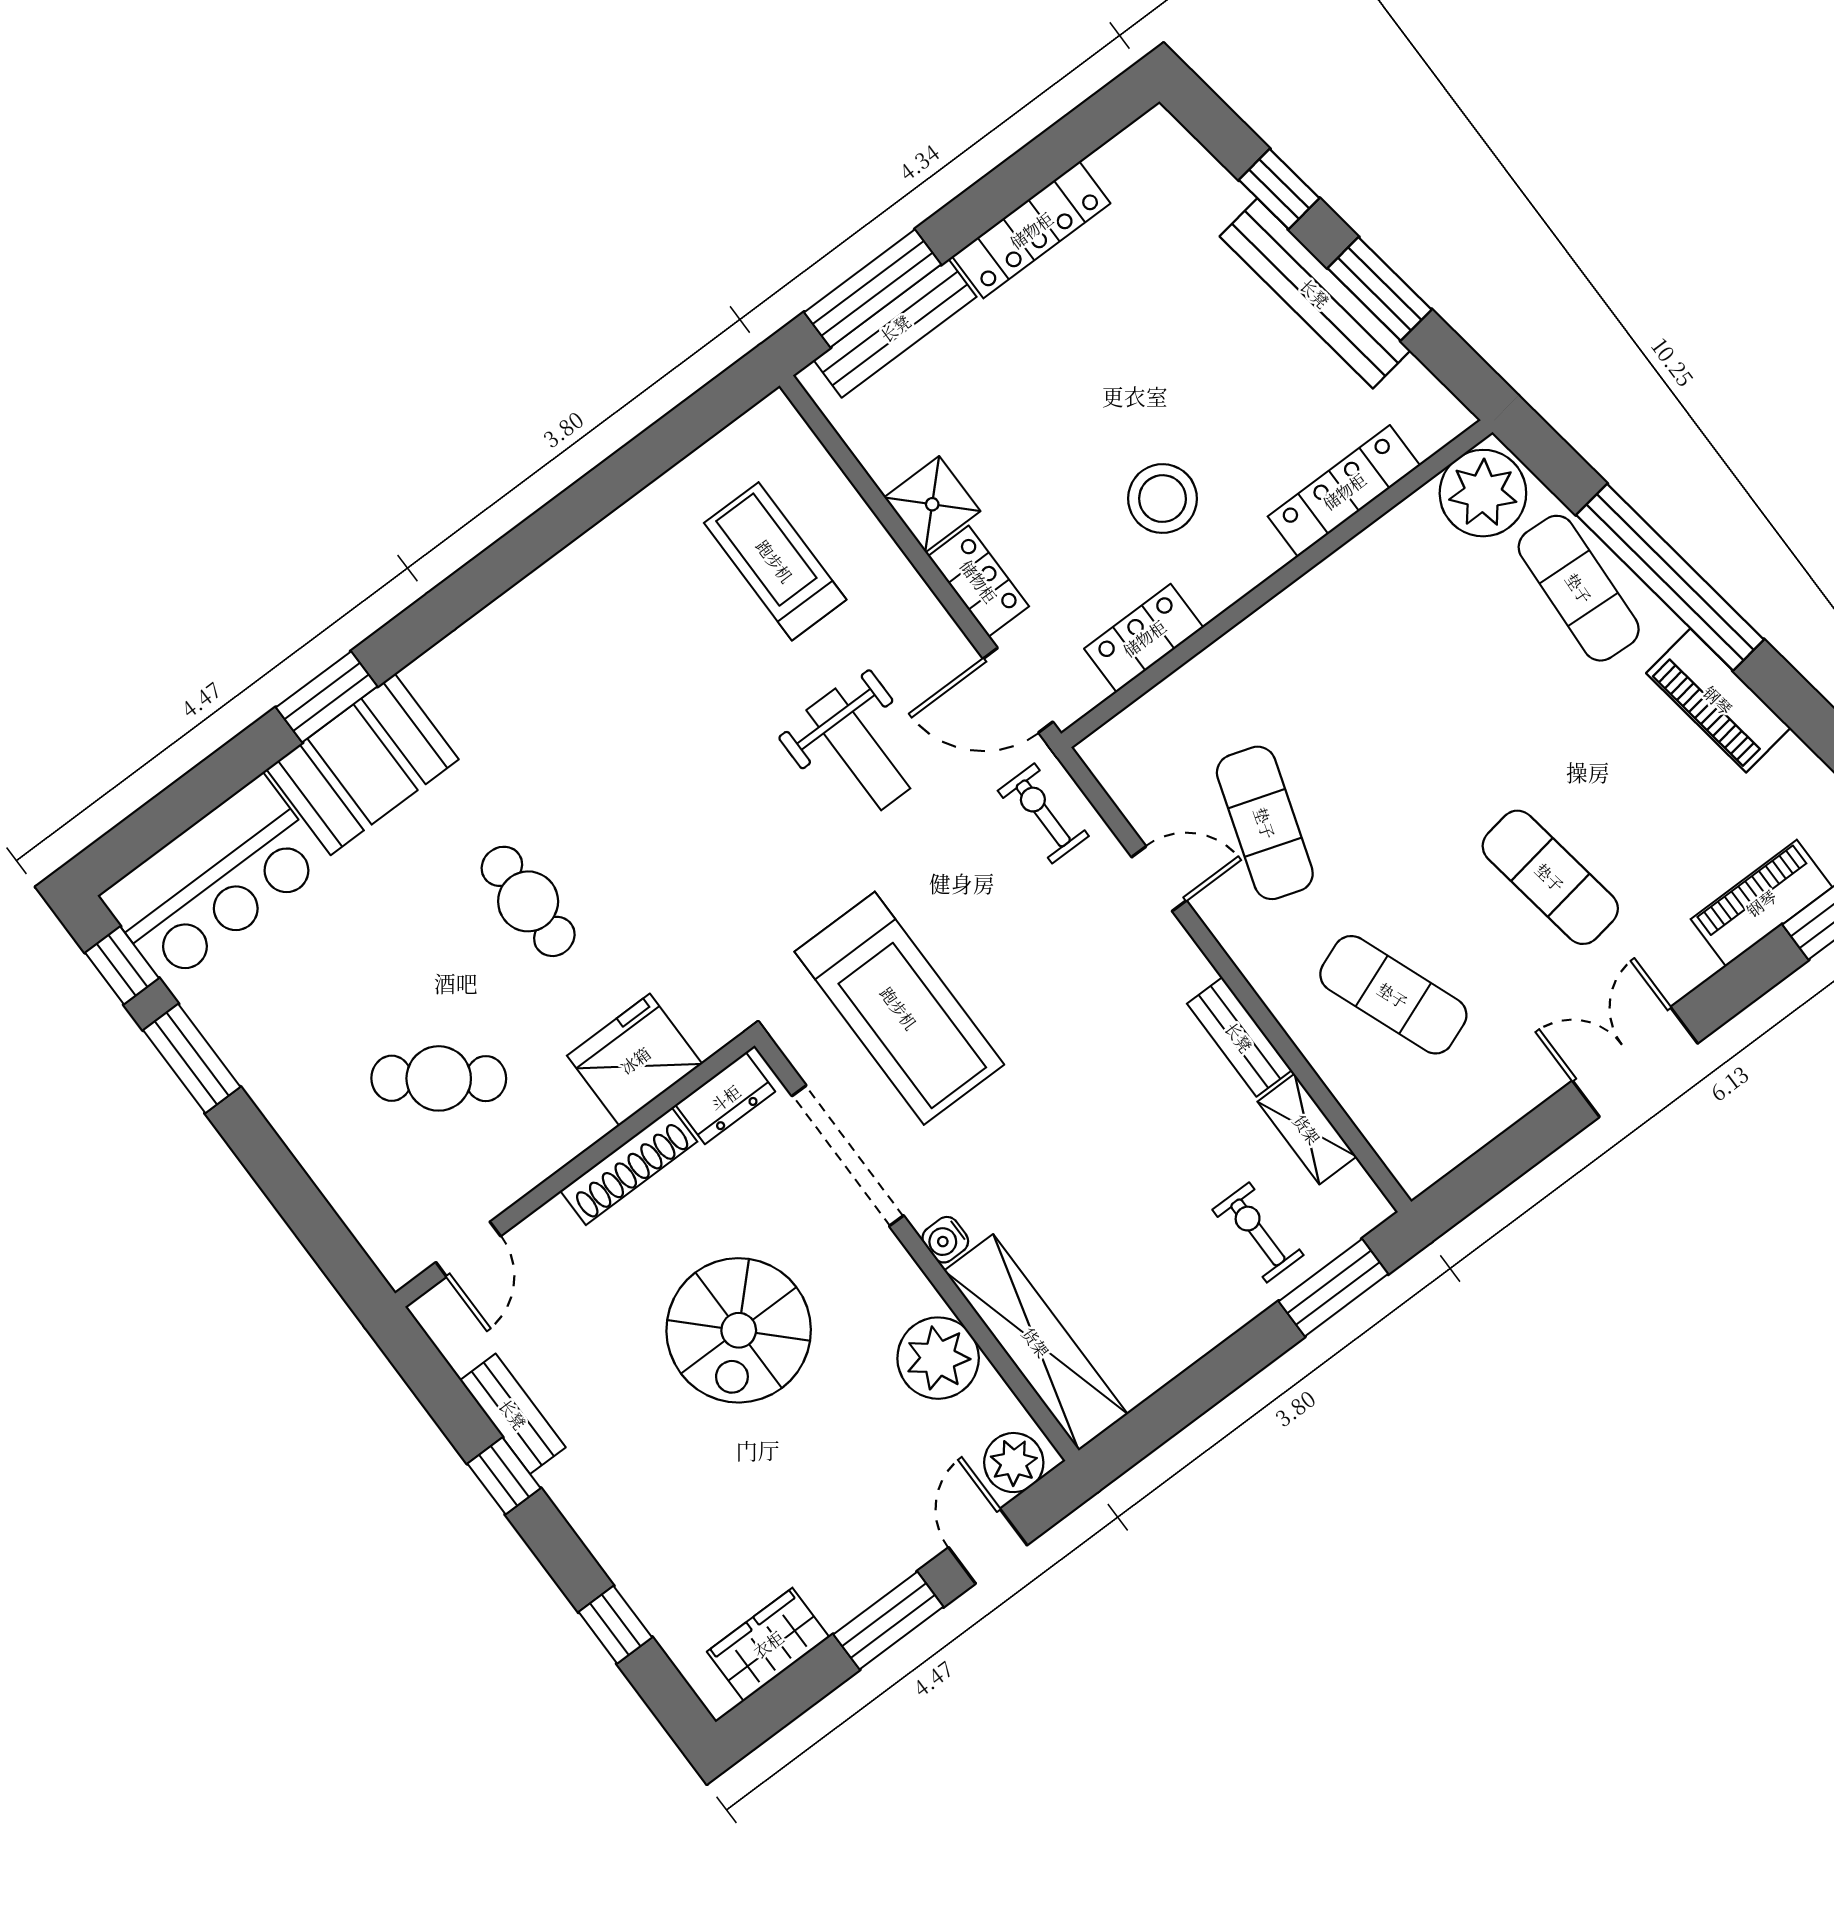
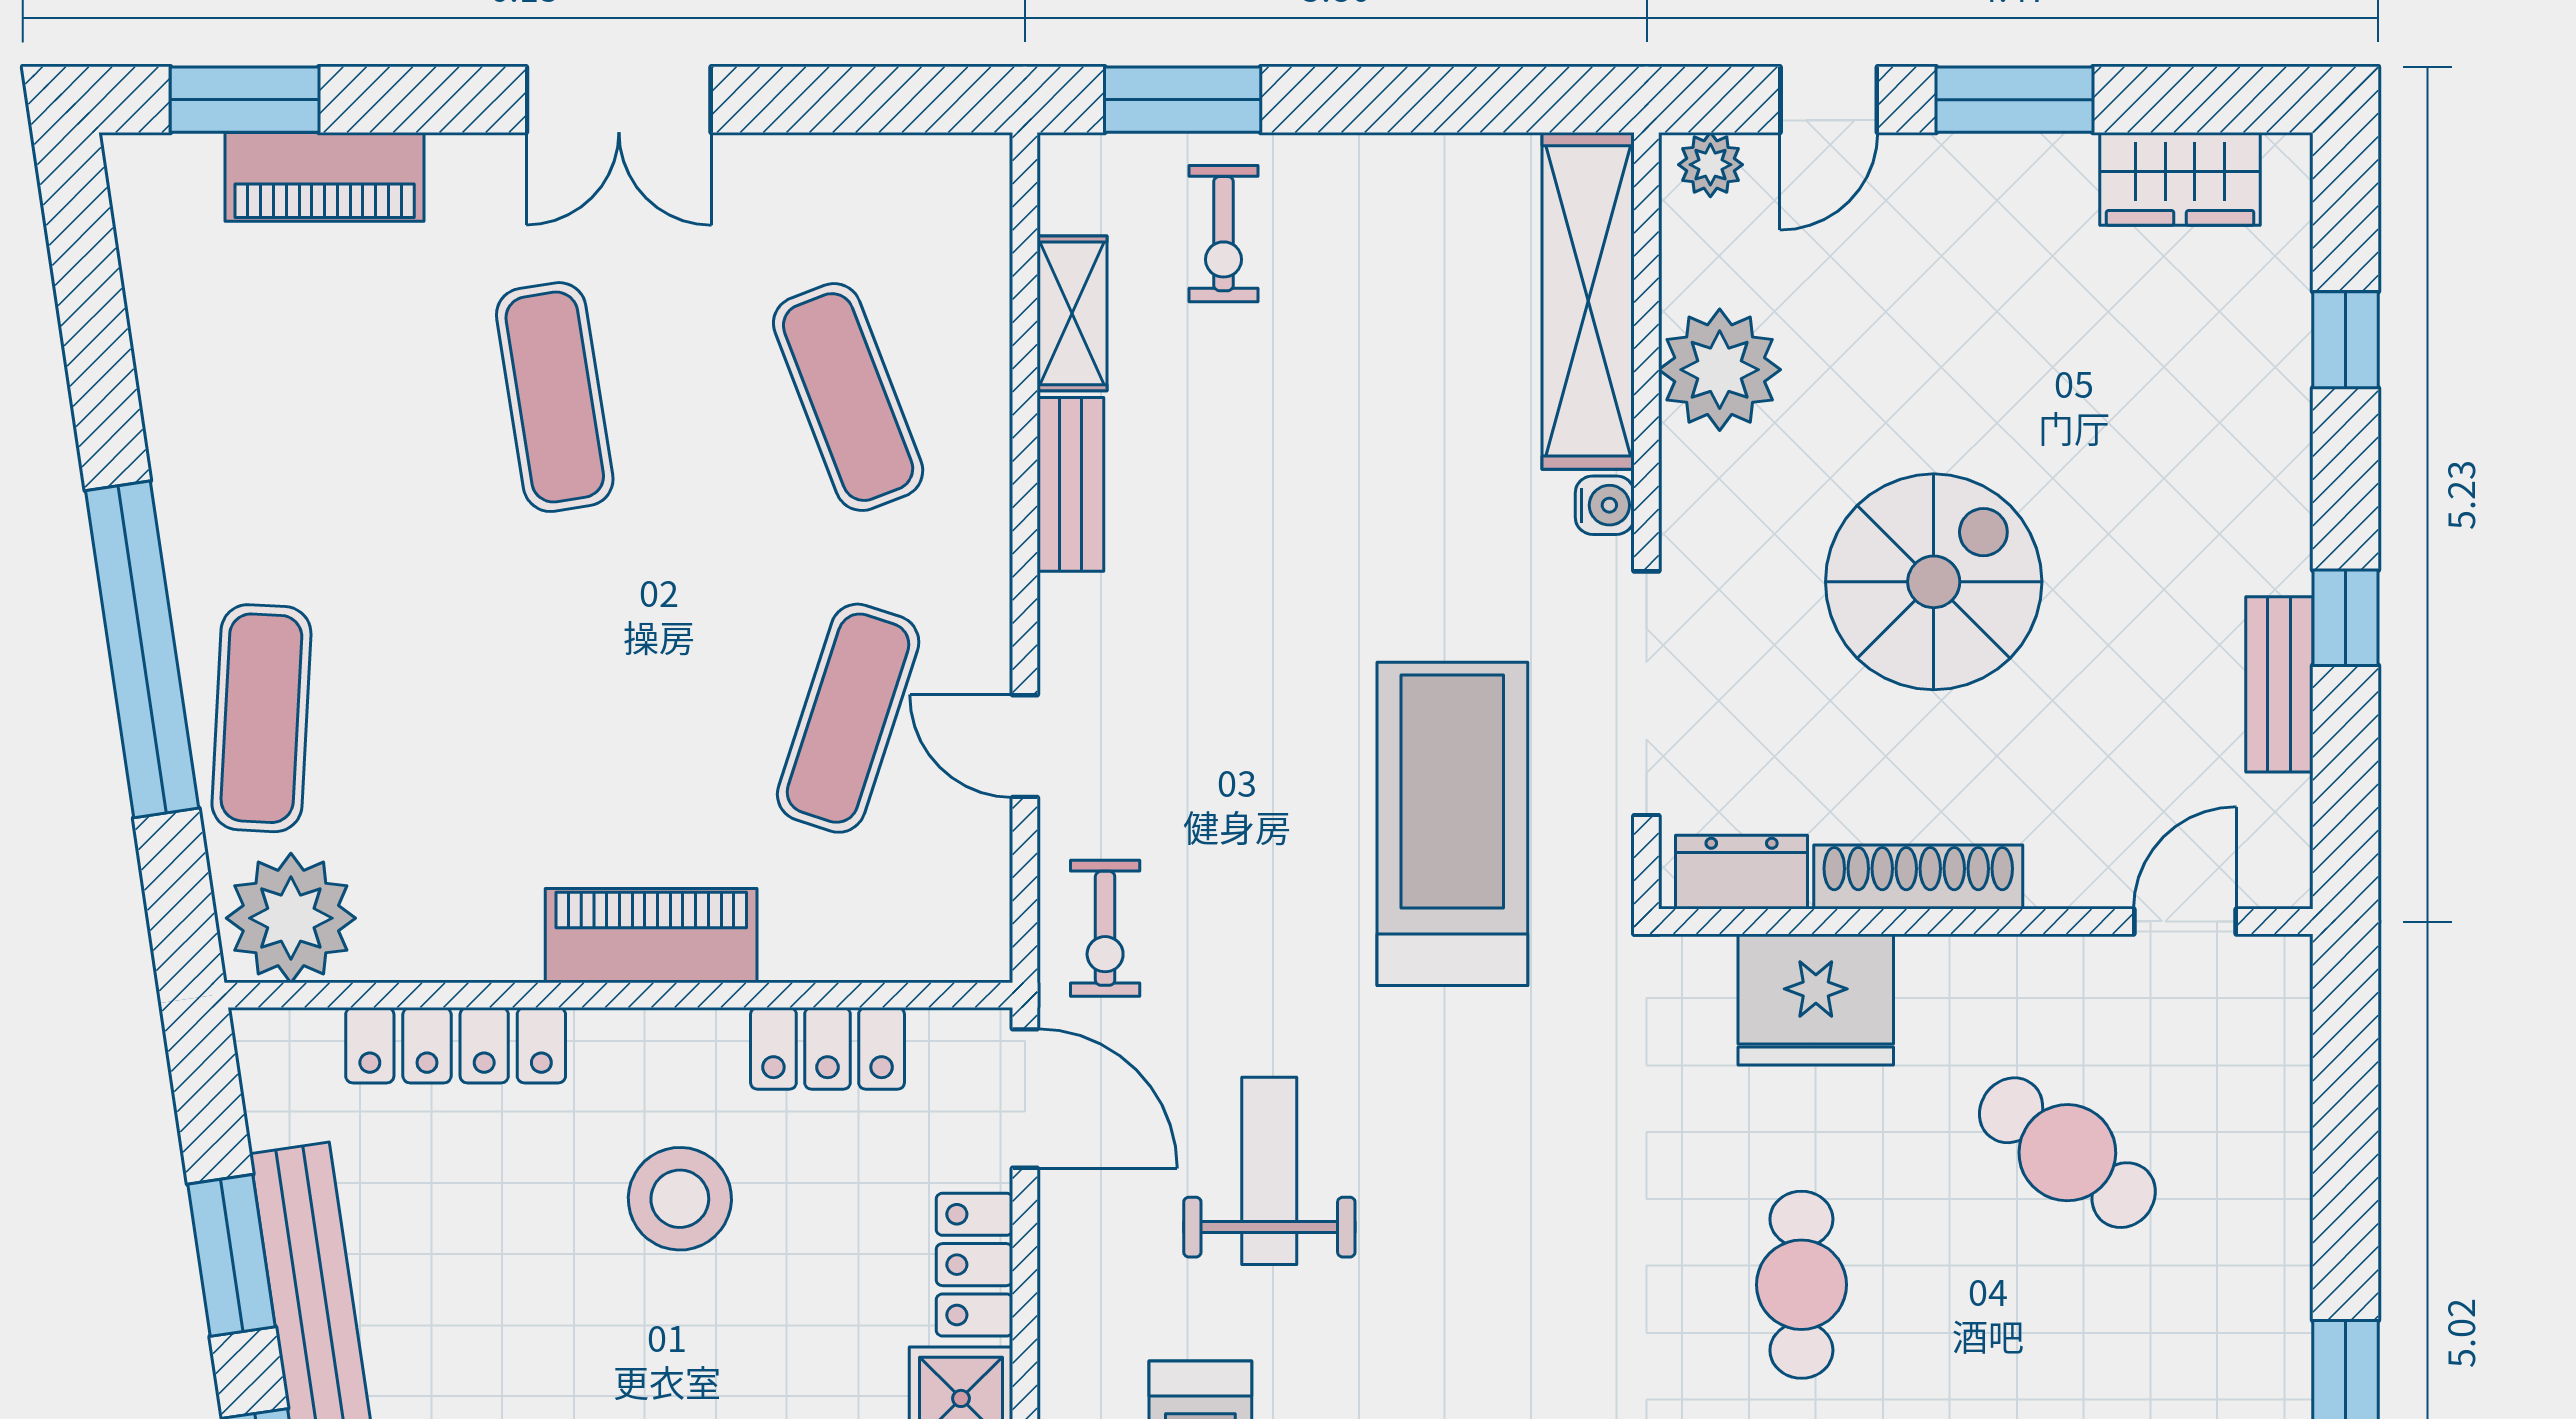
piano: (1718, 700) -> (651, 936), moved, turned -82
plant: (1014, 1463) -> (1710, 165), width x0.73, depth x0.73

